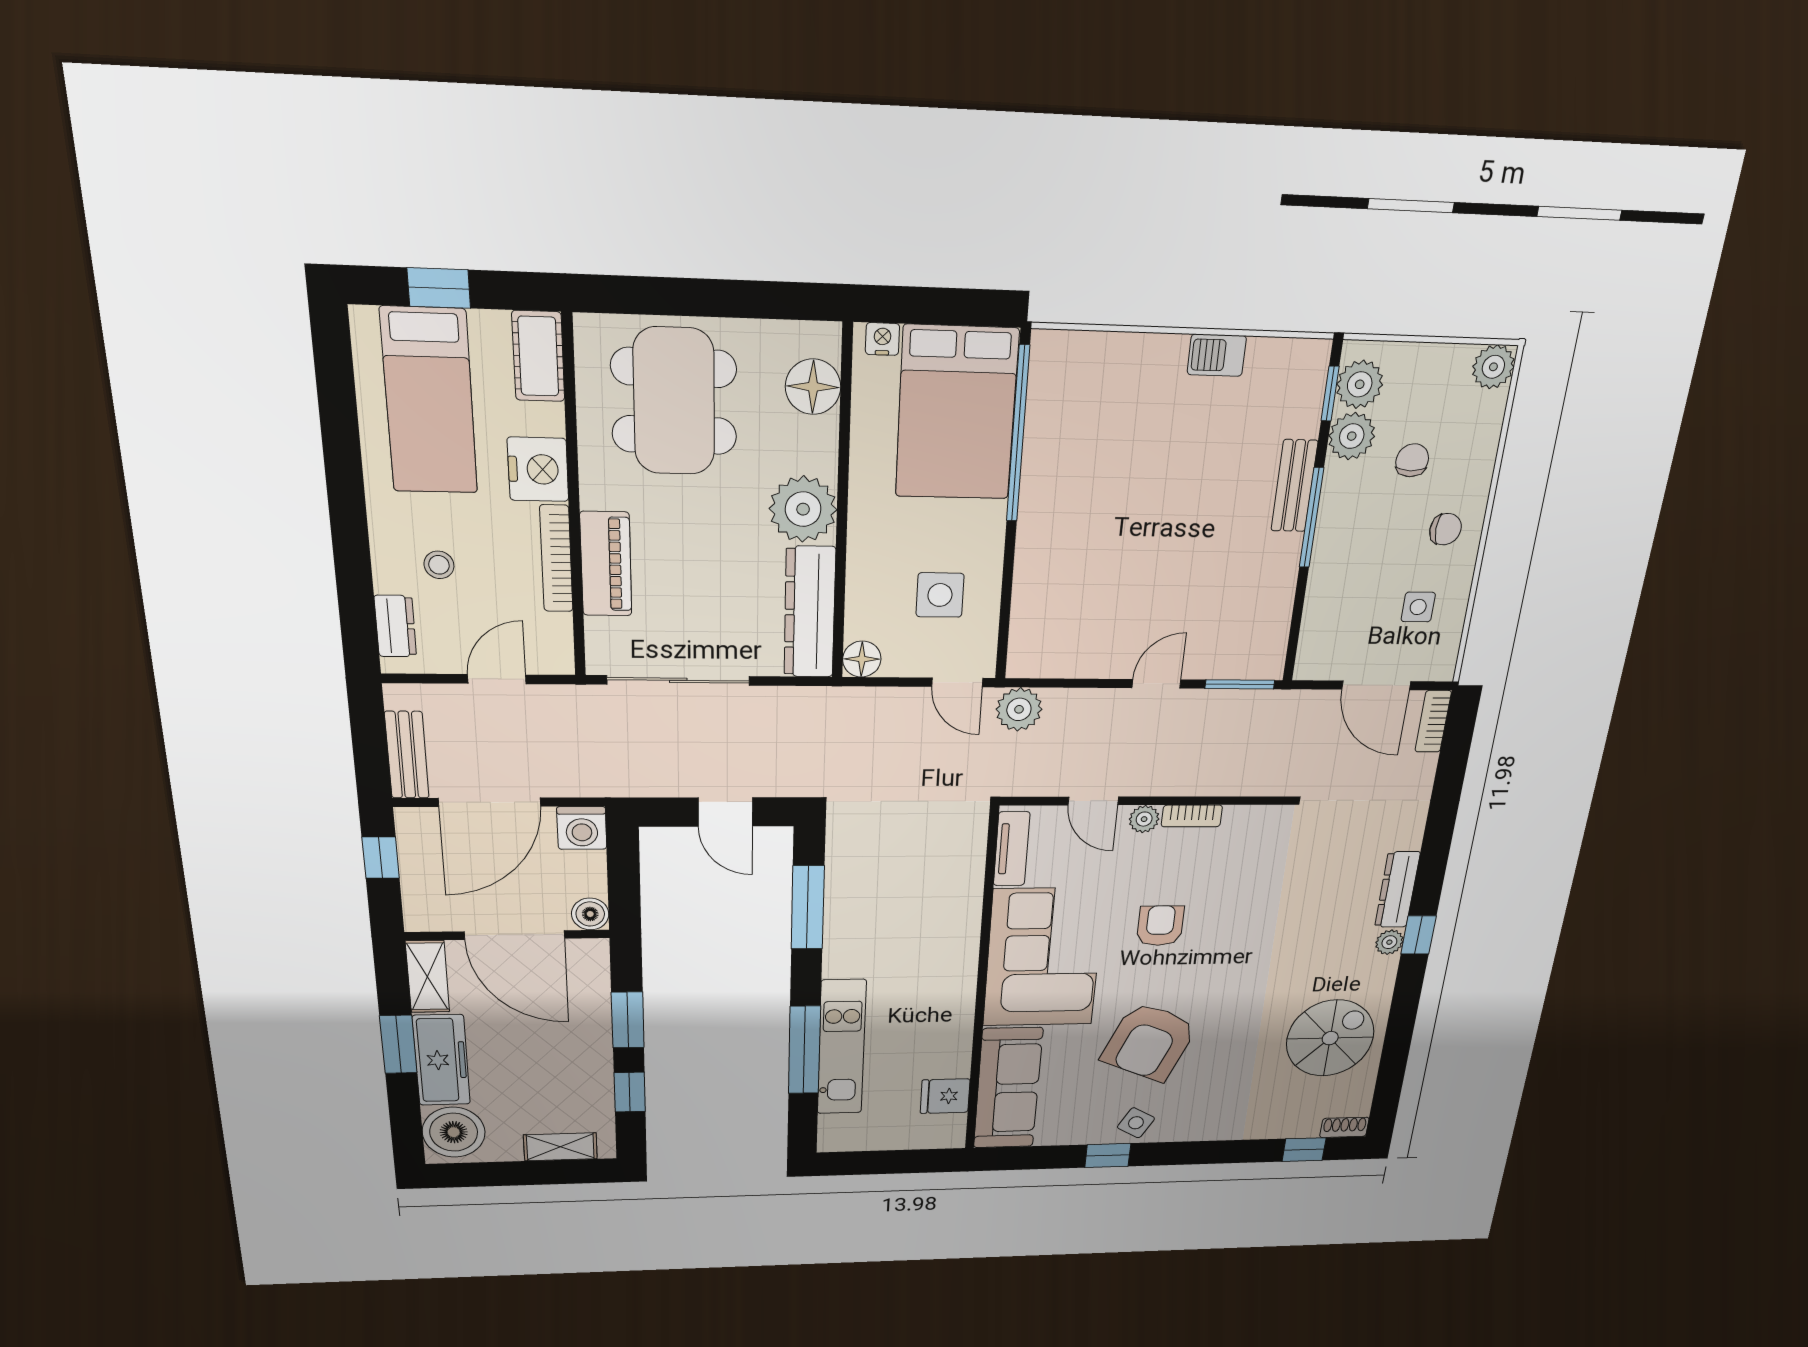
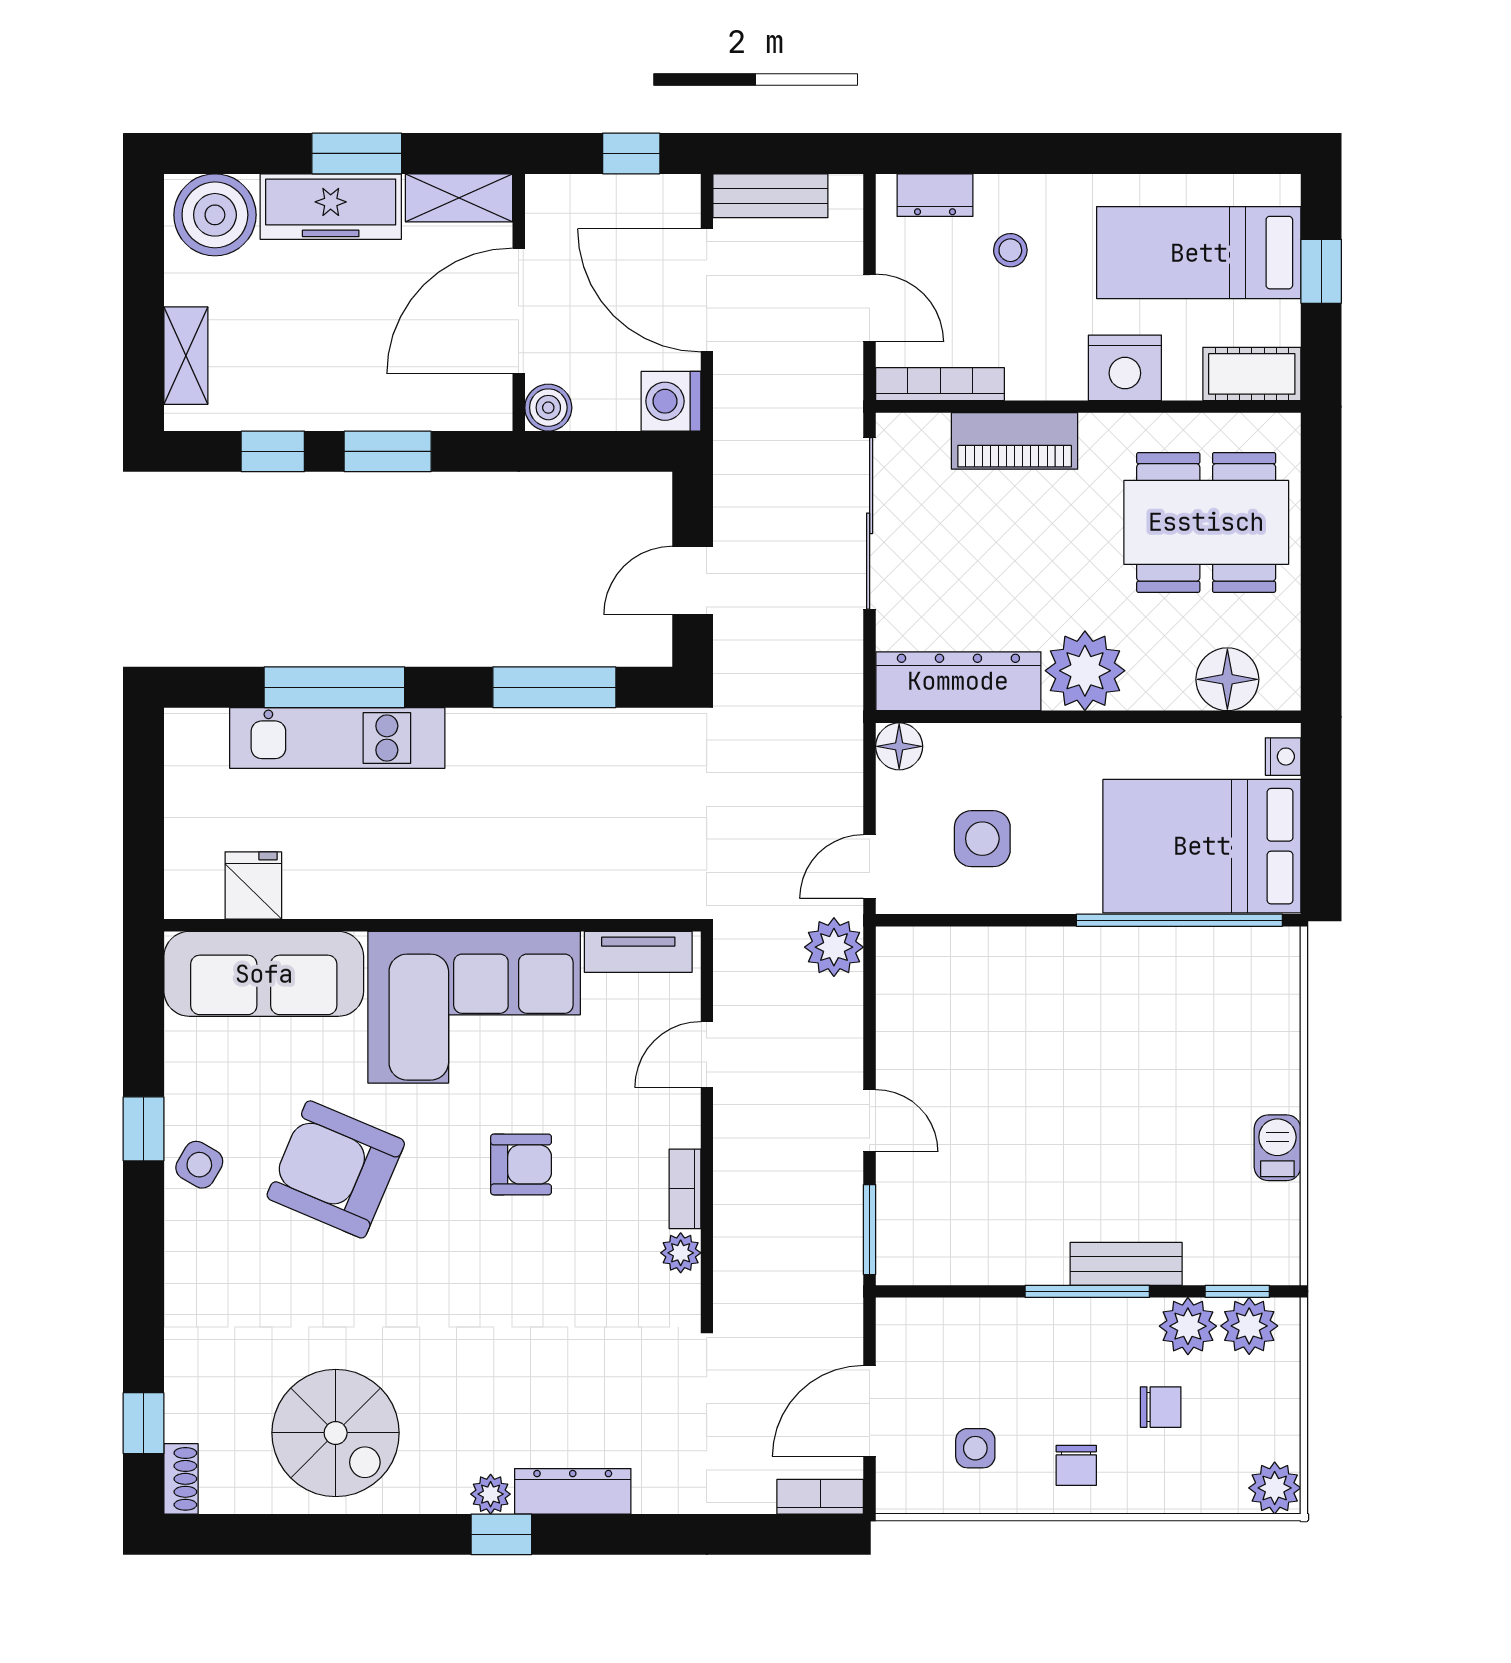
bookcase: (556, 559) -> (940, 384), moved
plant: (1144, 819) -> (681, 1253), moved

